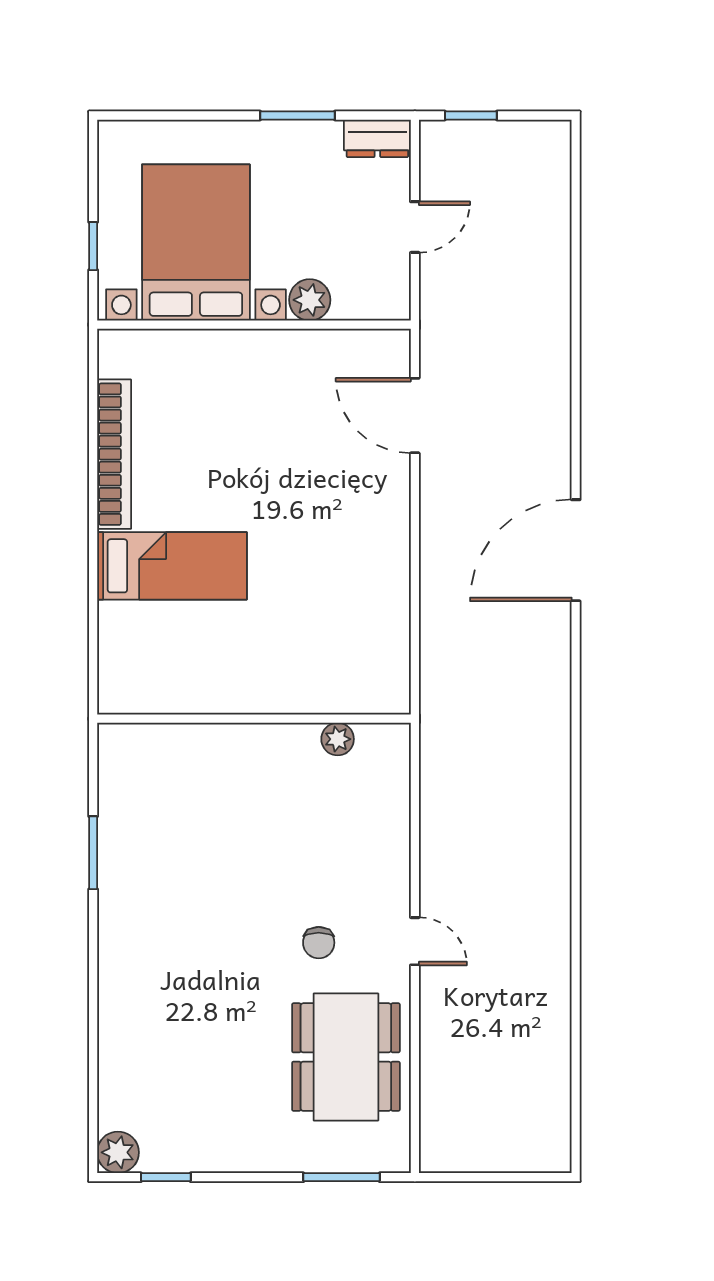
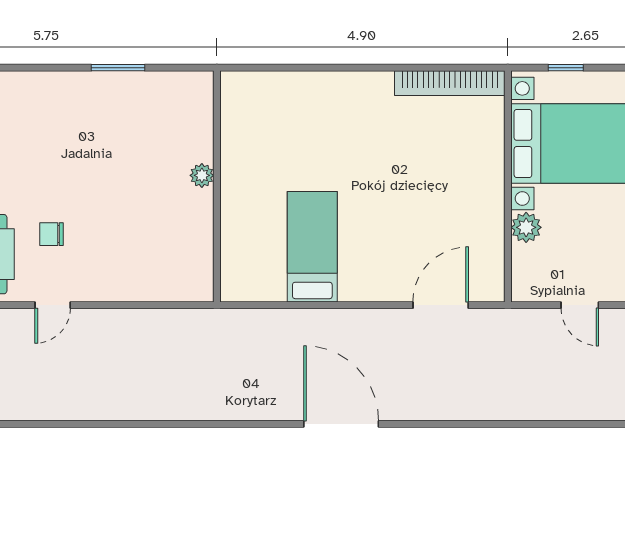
bookcase: (114, 454) -> (450, 83), moved
bed: (172, 566) -> (312, 247), moved, turned 180
plant: (338, 739) -> (202, 175), moved

